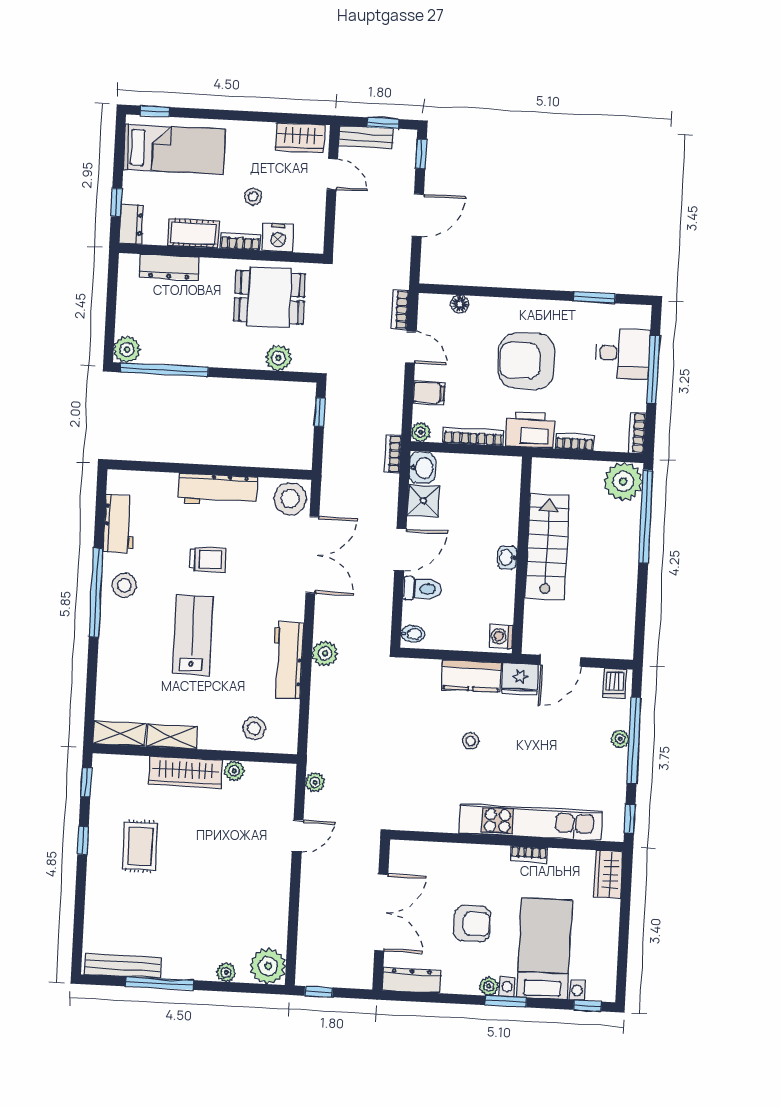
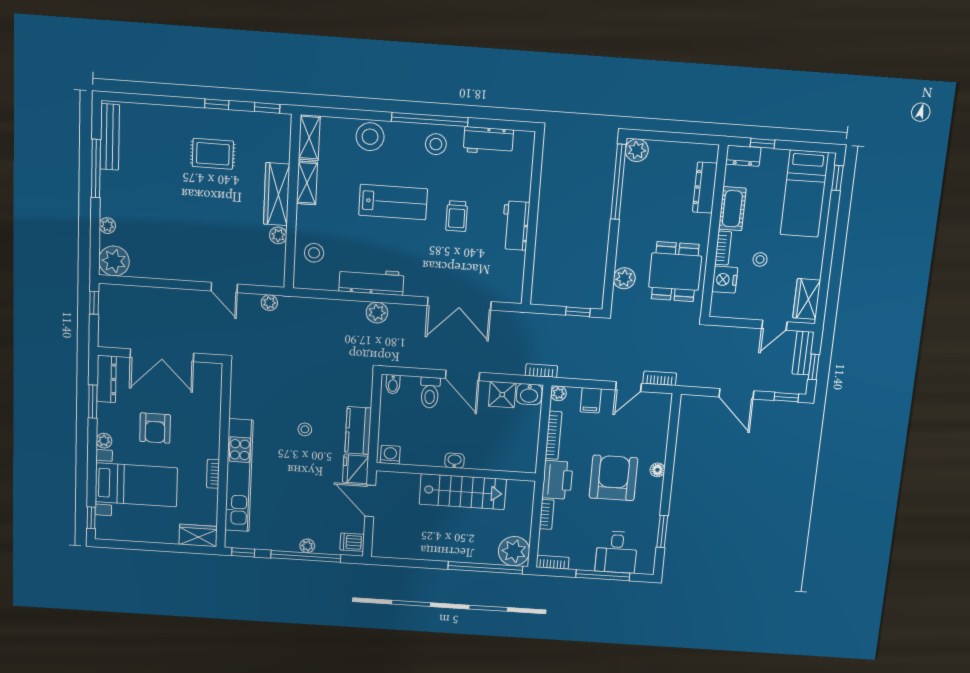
floor lamp: (460, 304) -> (657, 470), moved
workbench: (218, 490) -> (516, 226), width x0.73
stool: (290, 499) -> (370, 137), moved
window: (506, 1001) -> (93, 401), moved

